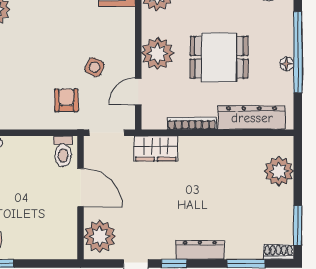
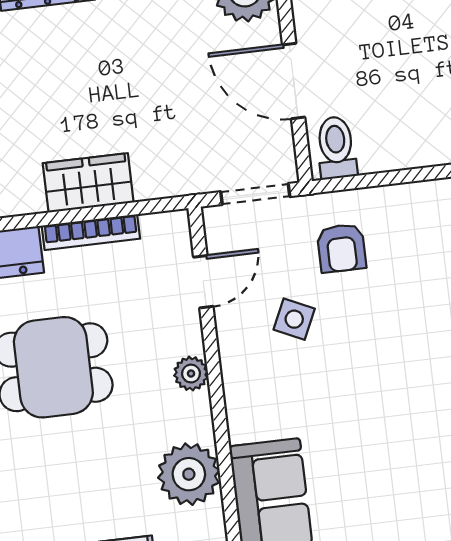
plant: (158, 53) -> (191, 374), width x0.53, depth x0.53
wardrobe: (156, 148) -> (88, 183), moved

